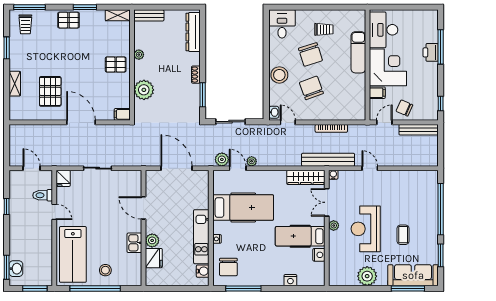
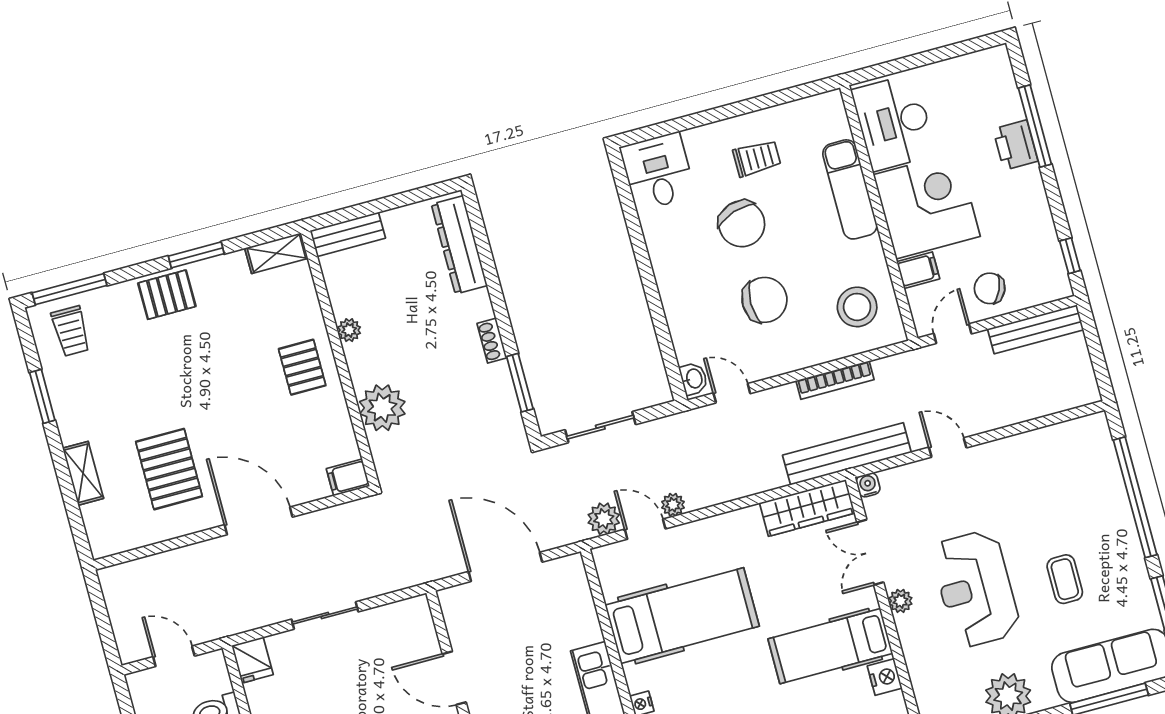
pallet: (116, 65) -> (302, 367), turned 90
stool: (279, 75) -> (857, 307), moved
chair: (311, 88) -> (765, 300), turned 110

